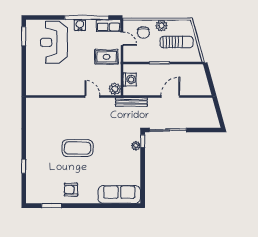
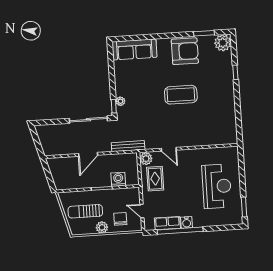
row of seats: (109, 26) -> (167, 223), moved
reception desk: (54, 42) -> (217, 186), moved
rug: (106, 57) -> (155, 179), moved, turned 90
washing machine: (130, 79) -> (118, 179), moved, turned 90
armchair: (71, 190) -> (185, 51), width x1.88, depth x1.88
plant: (34, 195) -> (223, 43), added

